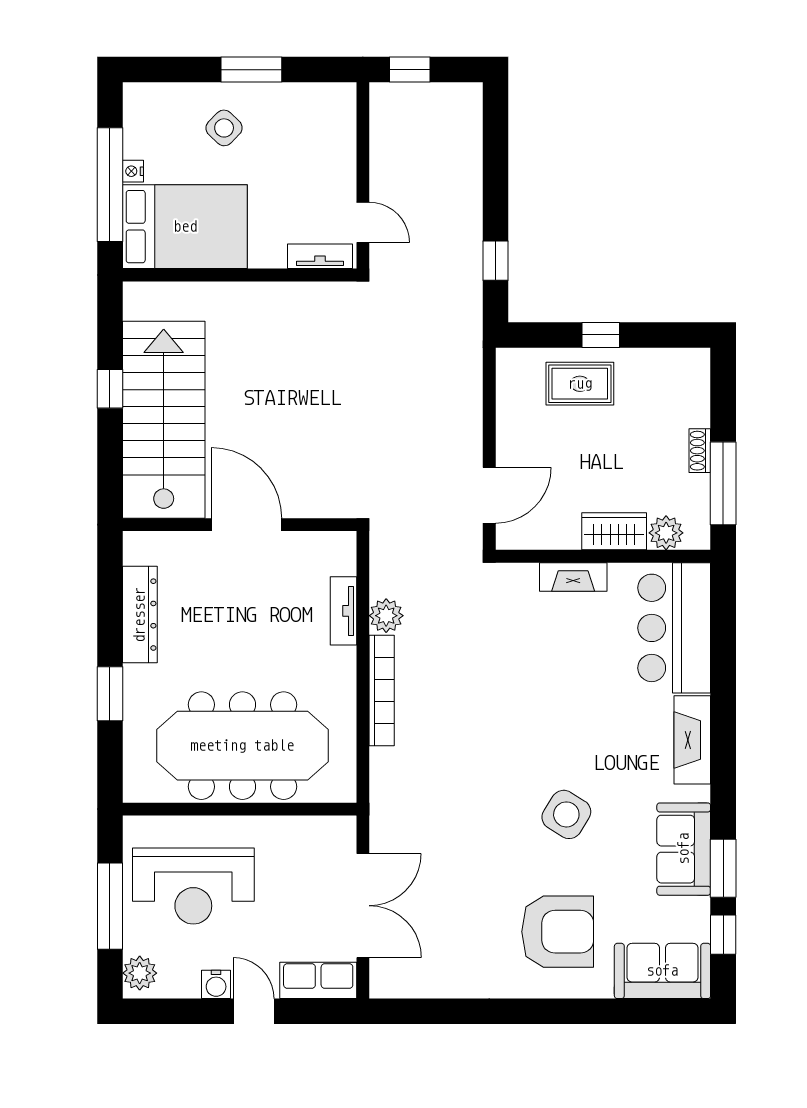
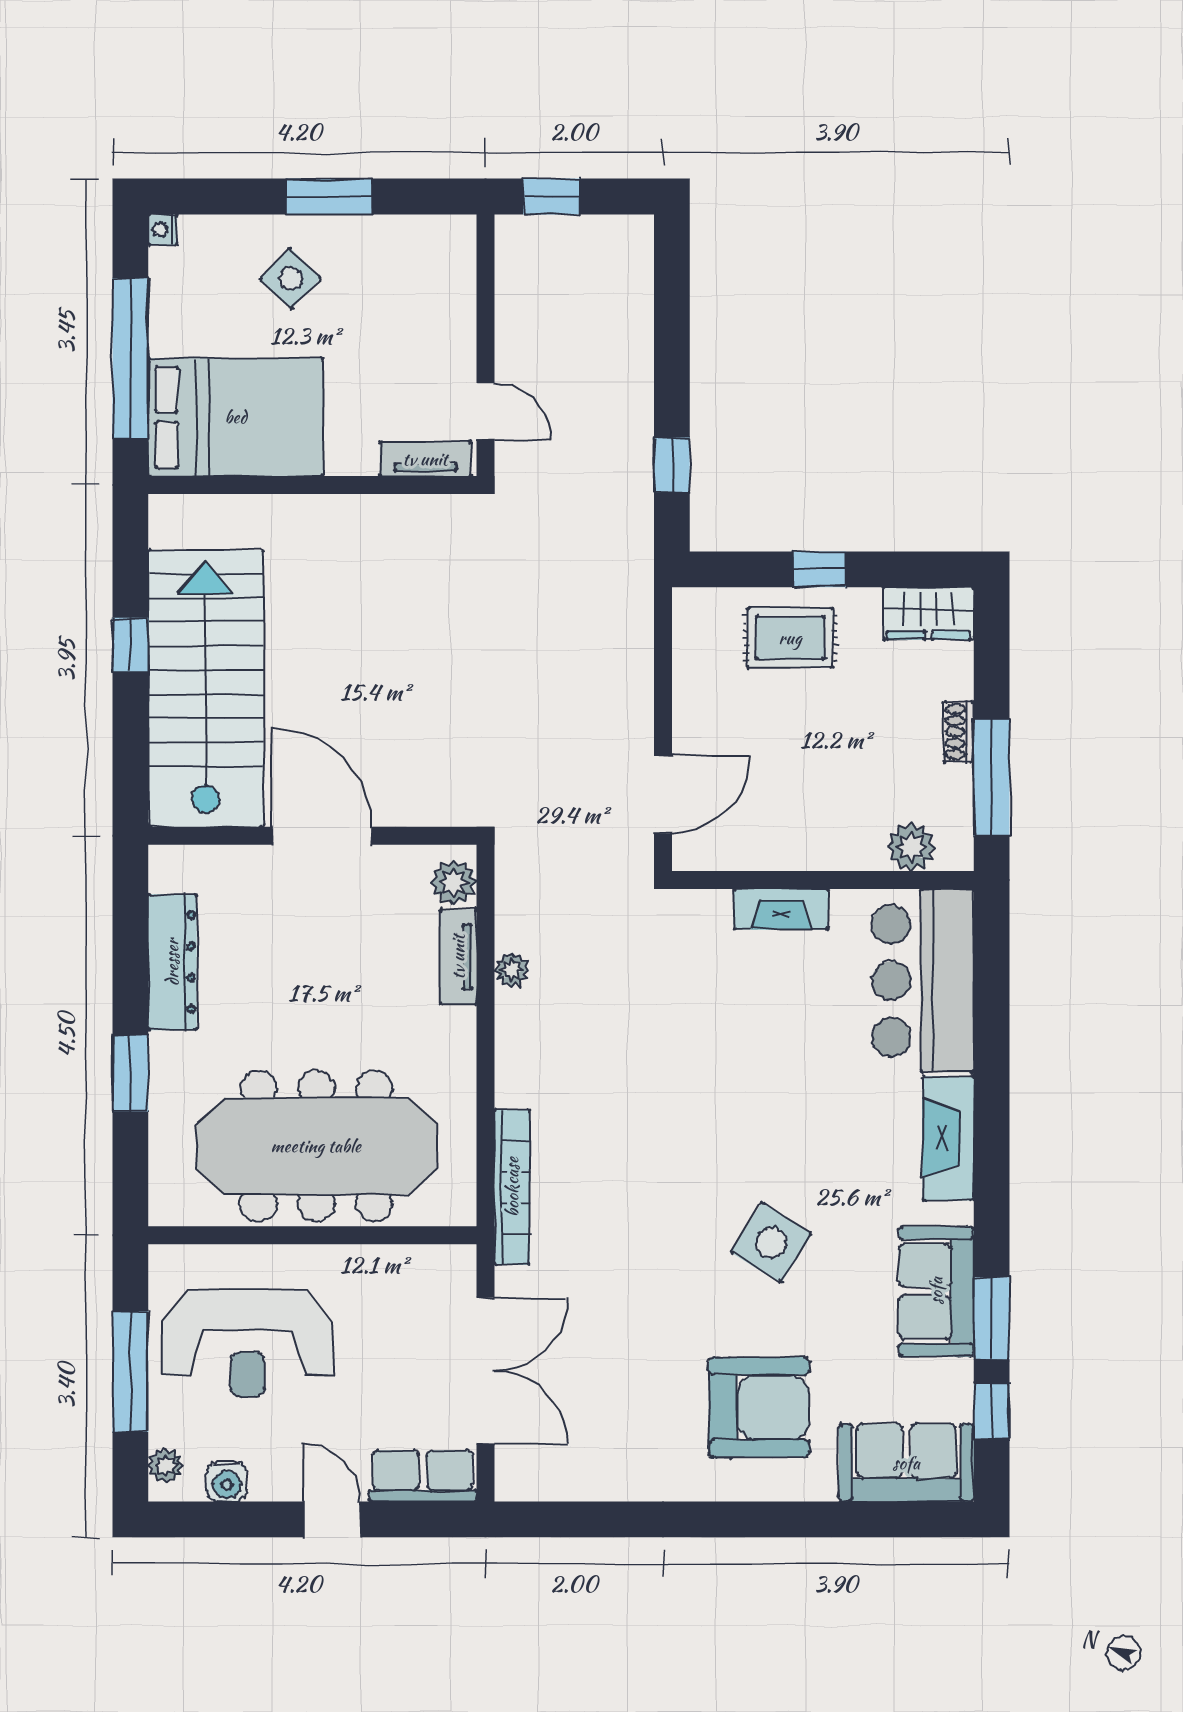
nightstand: (133, 171) -> (163, 230), moved
wardrobe: (614, 531) -> (928, 613), moved, turned 180
plant: (340, 558) -> (454, 882), added
plant: (386, 616) -> (512, 970), width x0.73, depth x0.73
bookcase: (382, 691) -> (512, 1187), moved
plant: (140, 973) -> (166, 1466), width x0.73, depth x0.73
water cooler: (216, 984) -> (227, 1481), moved

